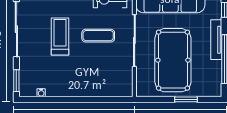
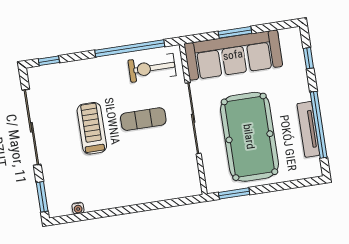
tv unit: (216, 40) -> (308, 129), moved
window: (186, 99) -> (234, 193), moved

